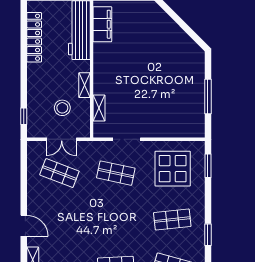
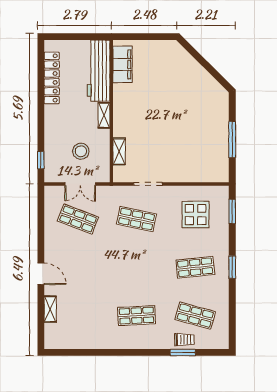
shelving: (85, 85) -> (104, 115), moved
display table: (173, 169) -> (196, 214), width x0.73, depth x0.73
window: (208, 235) -> (232, 267), moved

